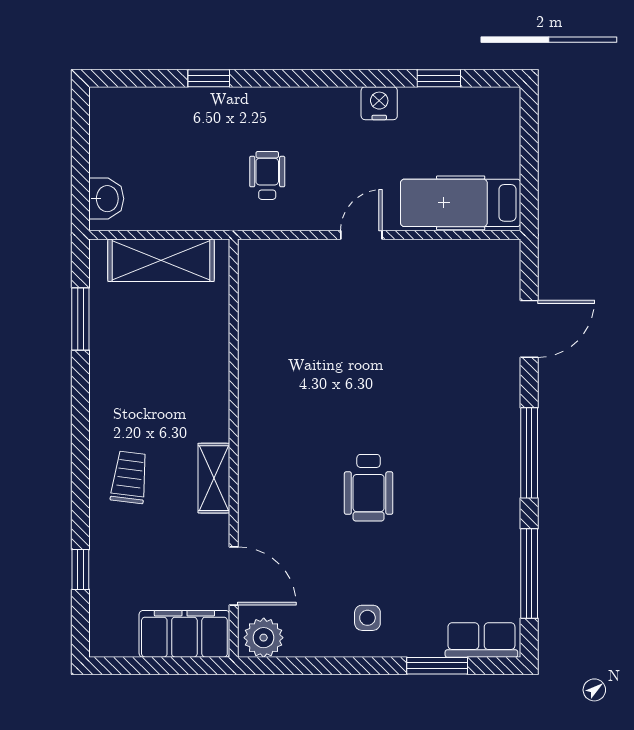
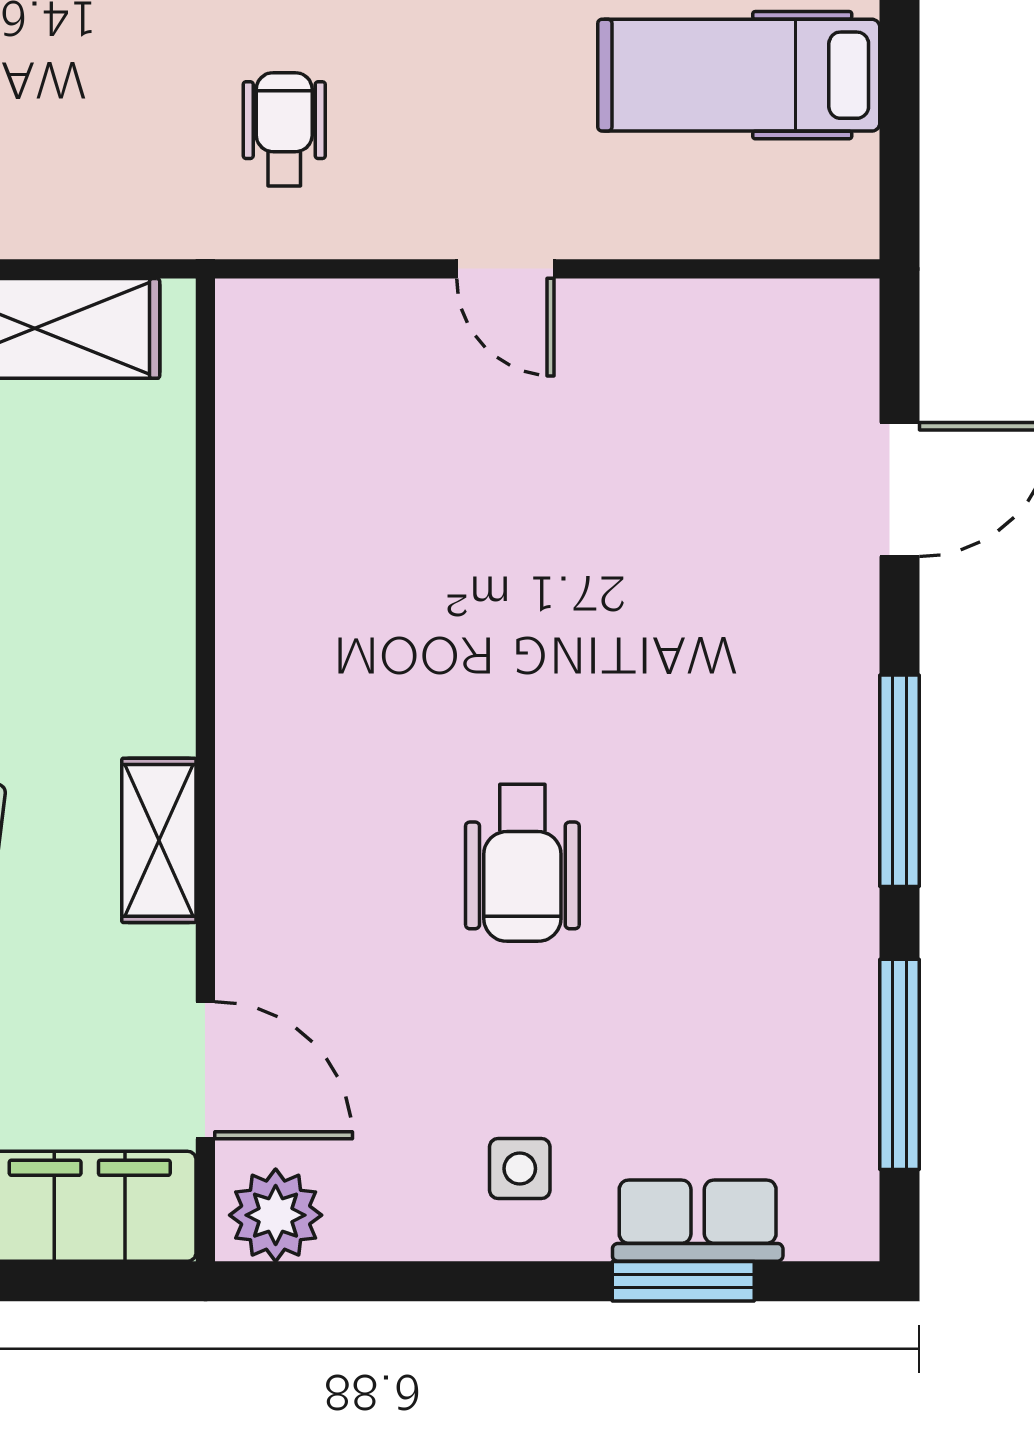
hospital bed: (461, 203) -> (739, 75), moved
door: (361, 235) -> (505, 269), swing flipped
row of seats: (481, 640) -> (698, 1221), moved

